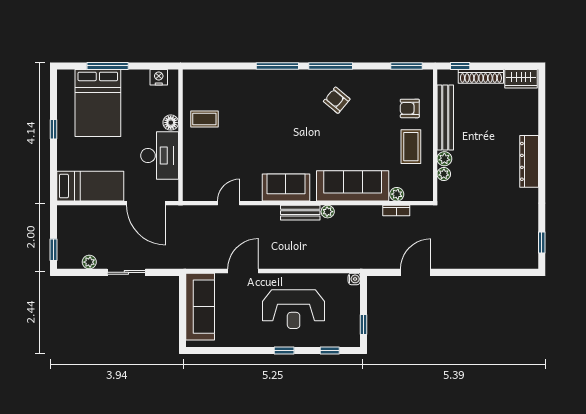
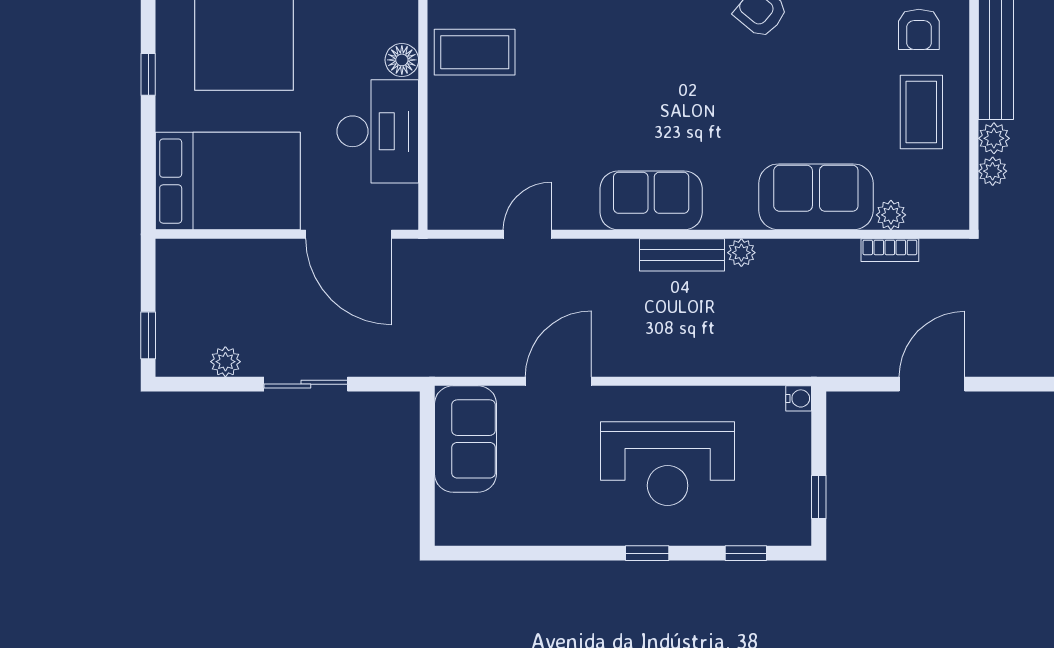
armchair: (410, 108) -> (919, 29), turned -90
coffee table: (204, 119) -> (475, 52), width x1.36, depth x1.30
bed: (90, 186) -> (228, 181), width x1.50
sofa: (353, 186) -> (816, 197), width x0.73
sofa: (200, 307) -> (465, 439), width x0.73

